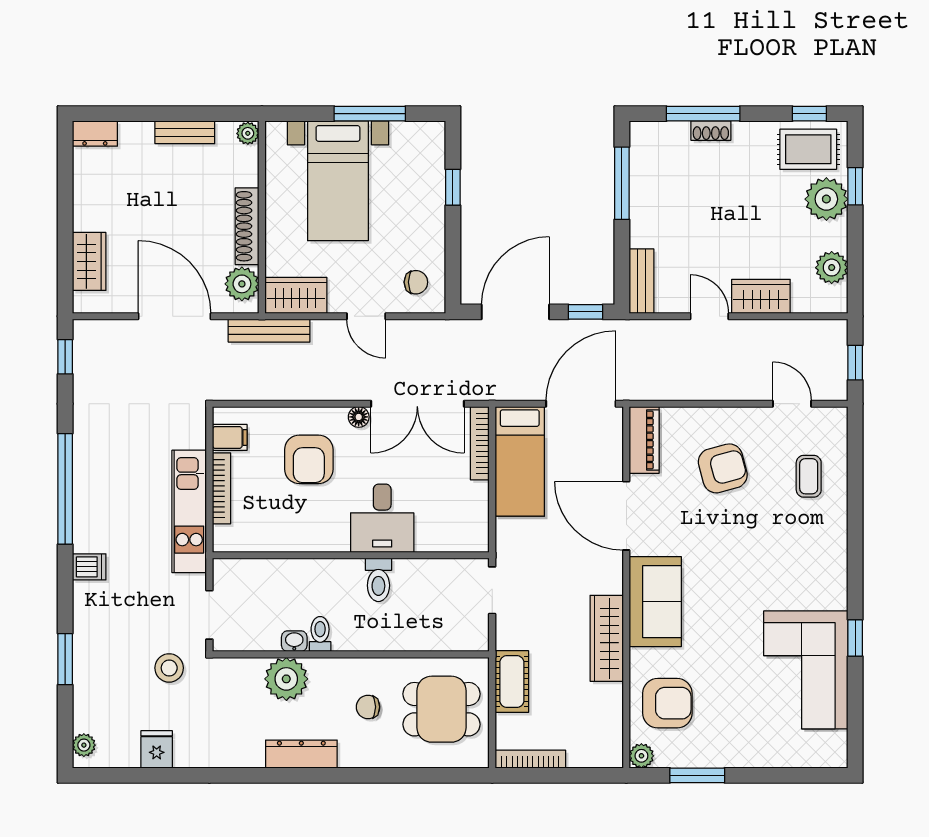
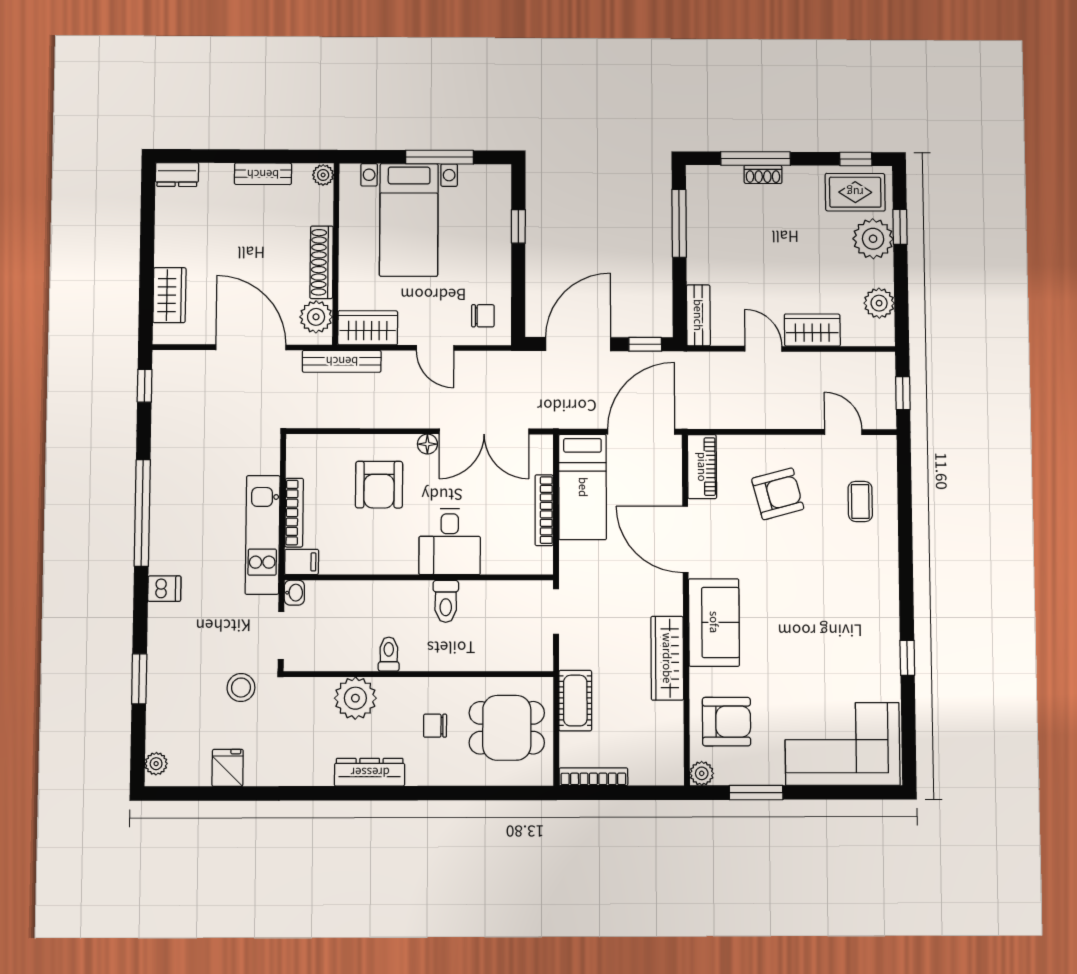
filing cabinet: (230, 437) -> (302, 562), moved
bookcase: (480, 443) -> (544, 510), moved
washbasin: (294, 641) -> (294, 593), moved, turned 90
corner sofa: (806, 670) -> (842, 744), moved, turned 90

